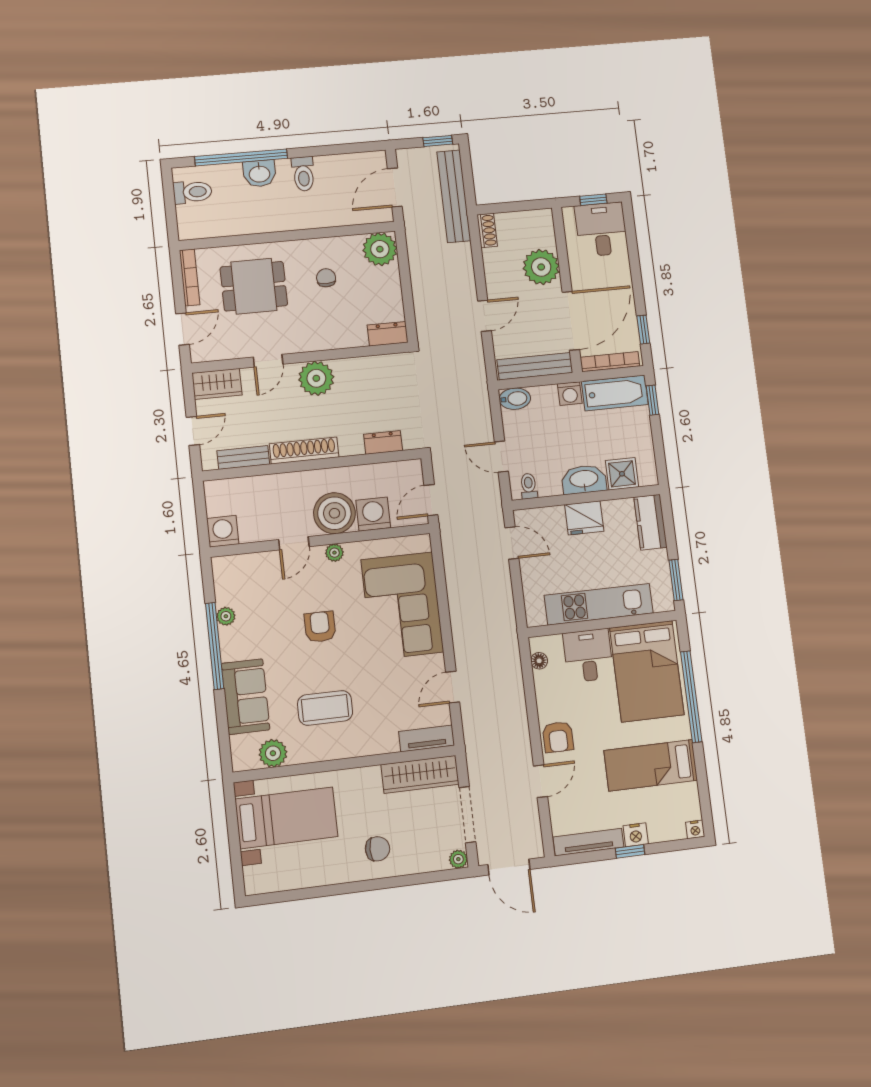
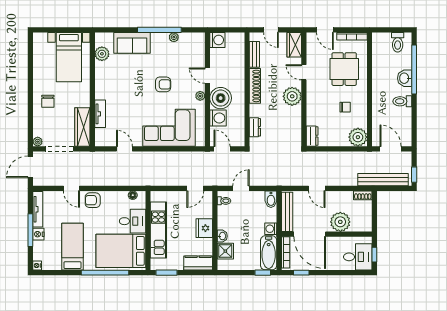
washbasin: (584, 479) -> (222, 236), width x0.52, depth x0.69
coffee table: (325, 708) -> (122, 82), removed
tv unit: (427, 738) -> (100, 114), moved
window: (630, 851) -> (30, 230), width x2.17

